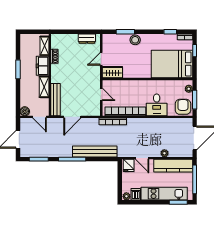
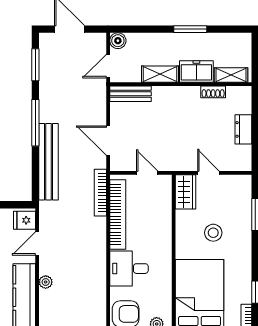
dresser: (87, 39) -> (243, 129), moved
stool: (135, 40) -> (213, 233), moved
door: (101, 94) -> (147, 173), swing flipped
bench: (55, 100) -> (130, 94), width x0.73
door: (72, 117) -> (108, 141), moved

